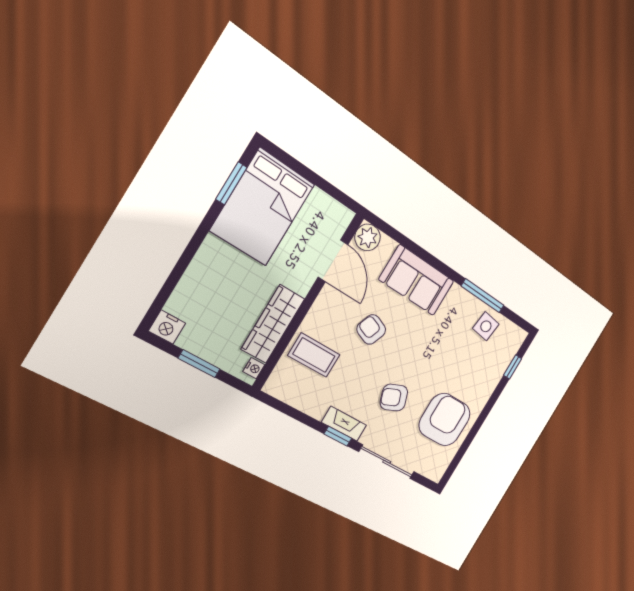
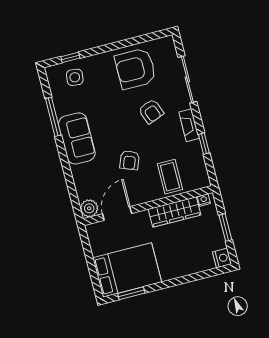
sofa: (417, 280) -> (77, 138), moved
side table: (486, 326) -> (75, 77), moved
window: (338, 436) -> (204, 144), moved

